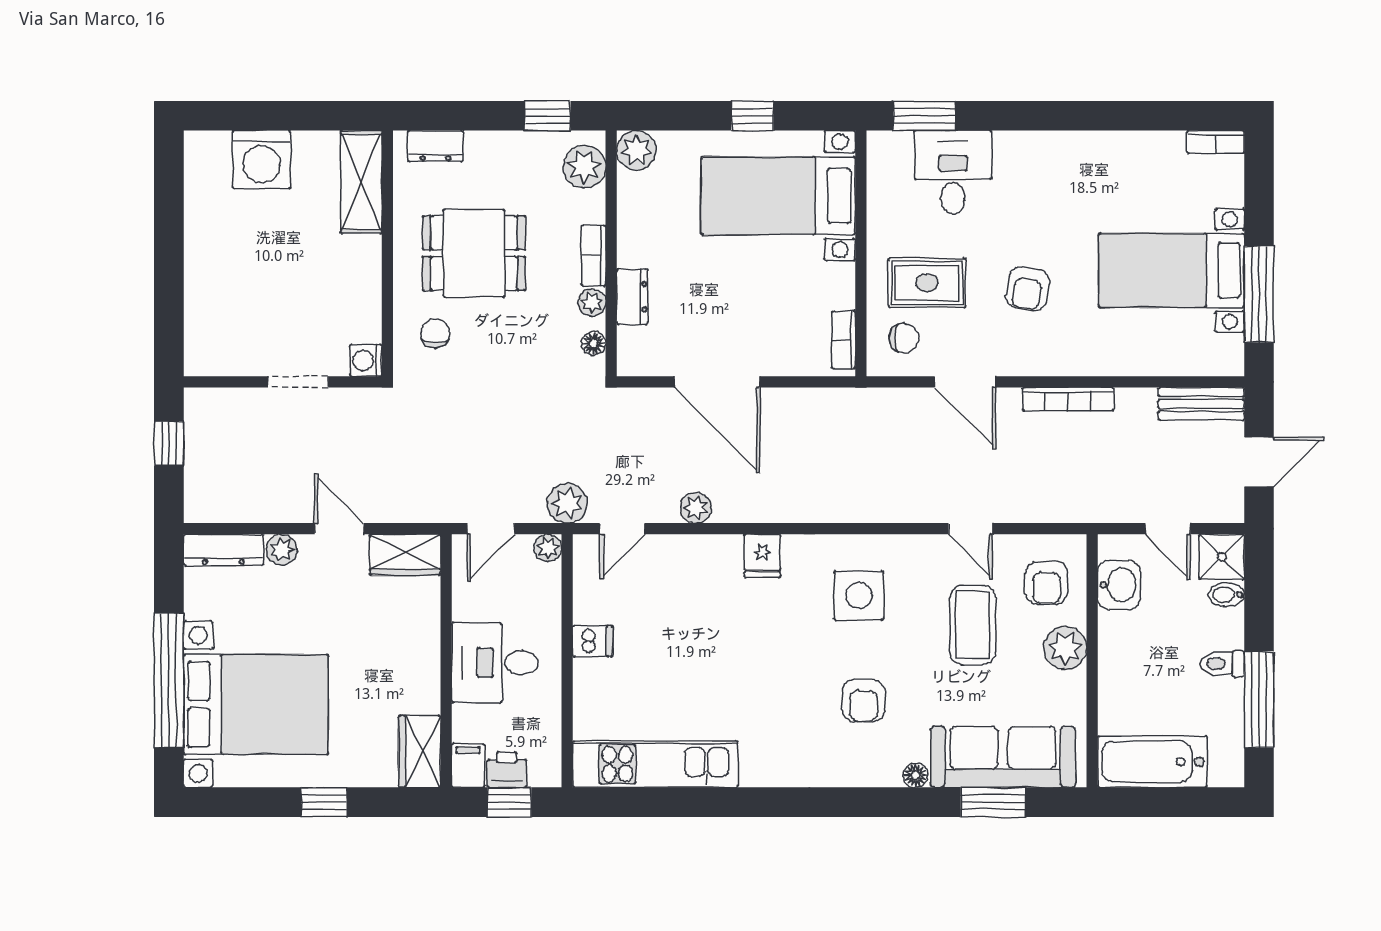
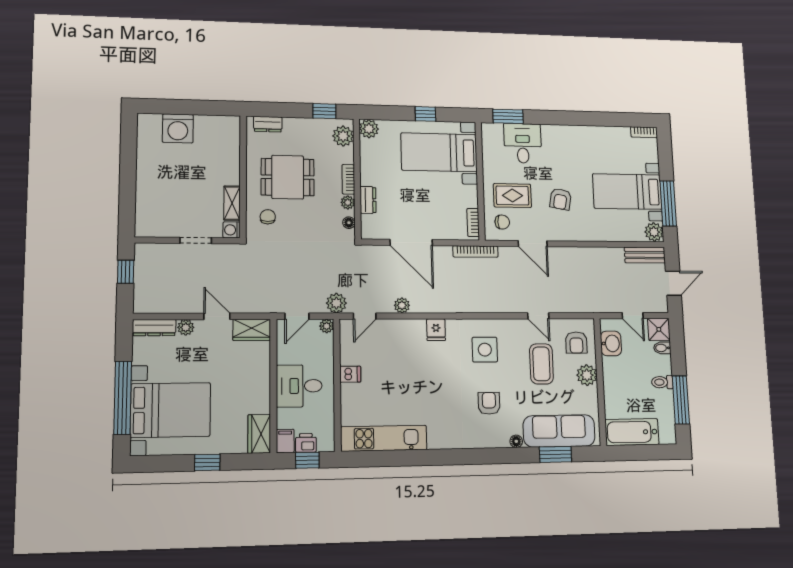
shelving: (361, 182) -> (232, 203), moved, width x0.67, depth x0.75
plant: (1224, 355) -> (654, 232), added
bookcase: (1068, 399) -> (475, 252), moved
armchair: (864, 701) -> (489, 403), turned 180

